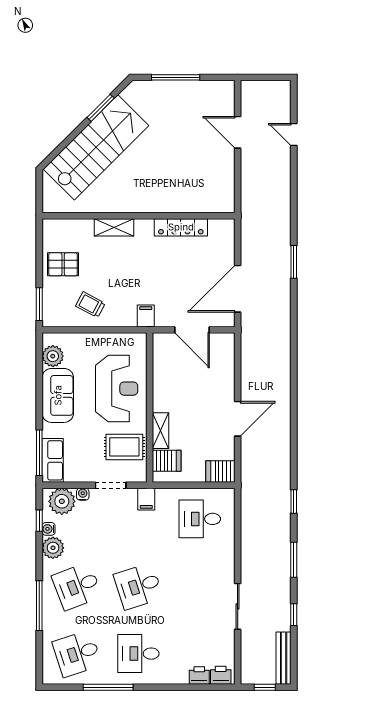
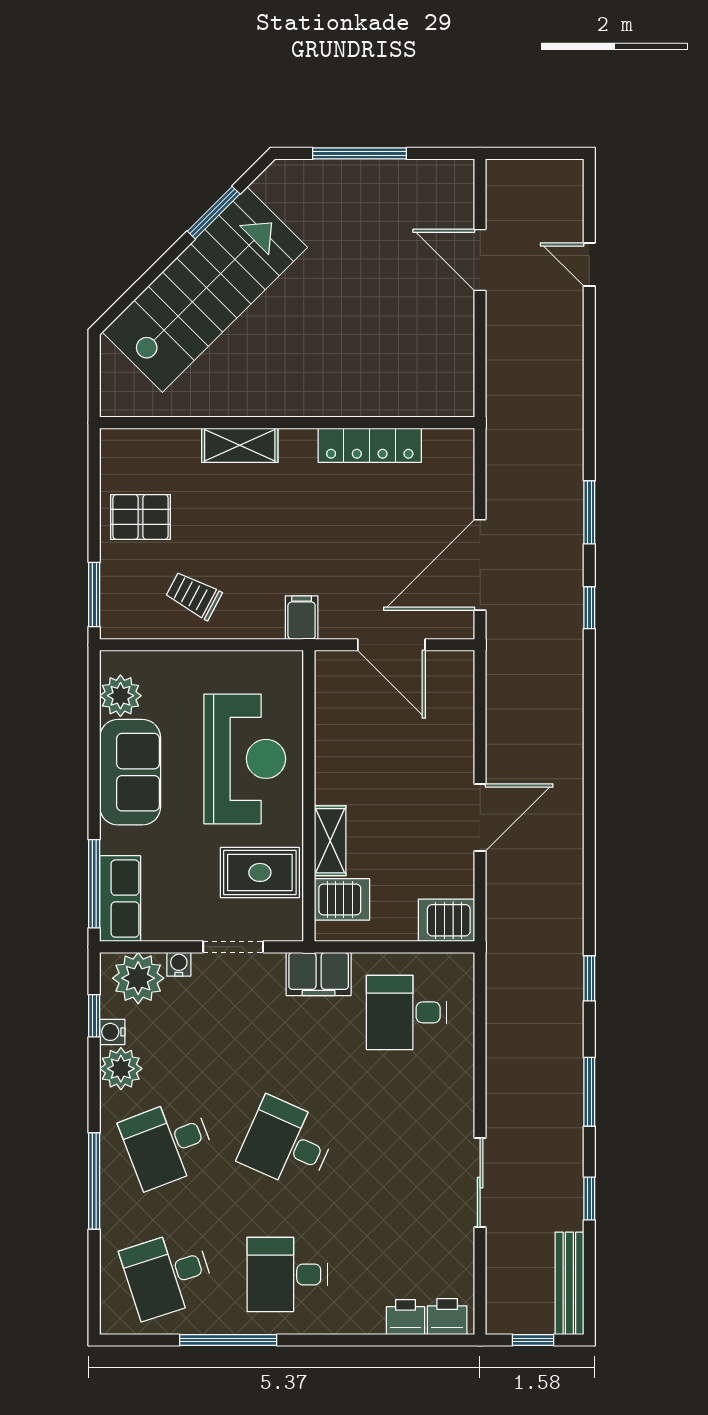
window: (294, 311) -> (589, 608), added
filing cabinet: (146, 499) -> (319, 974), width x2.00
desk: (138, 586) -> (287, 1143), turned 42

